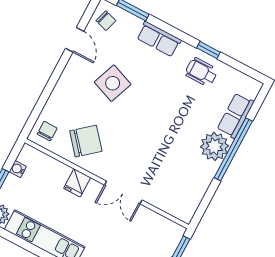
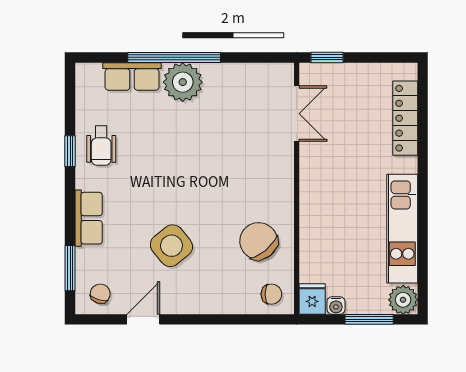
side table: (113, 83) -> (171, 246), turned 30
chair: (47, 131) -> (271, 294), turned 180
fridge: (77, 183) -> (312, 299), moved, turned -90
double door: (123, 192) -> (297, 114), moved

